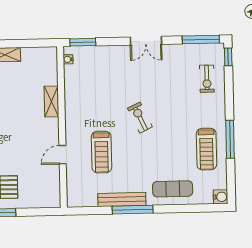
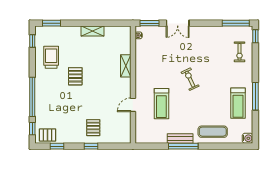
double door: (146, 41) -> (178, 23), moved
bench: (122, 199) -> (180, 139), width x0.73

